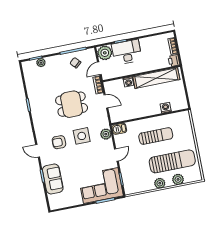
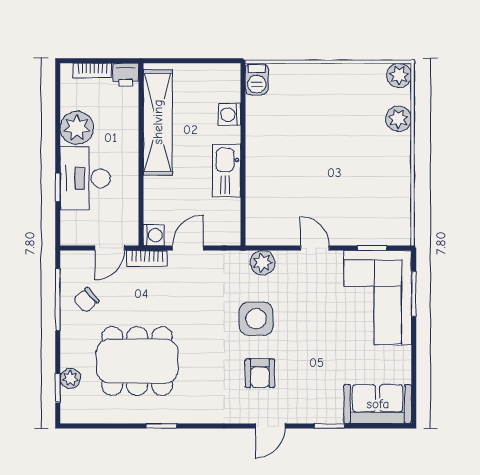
plant: (105, 53) -> (77, 128), moved
door: (99, 68) -> (110, 248), hinge flipped
washing machine: (128, 82) -> (154, 235), moved
dining table: (72, 104) -> (137, 361), moved, width x1.38
kitchen sink: (142, 111) -> (226, 171), added
barbecue: (119, 129) -> (257, 79), moved
sun lounger: (156, 136) -> (289, 150), removed
sun lounger: (172, 161) -> (355, 124), removed
sofa: (53, 179) -> (378, 404), moved
plant: (160, 183) -> (399, 75), moved

